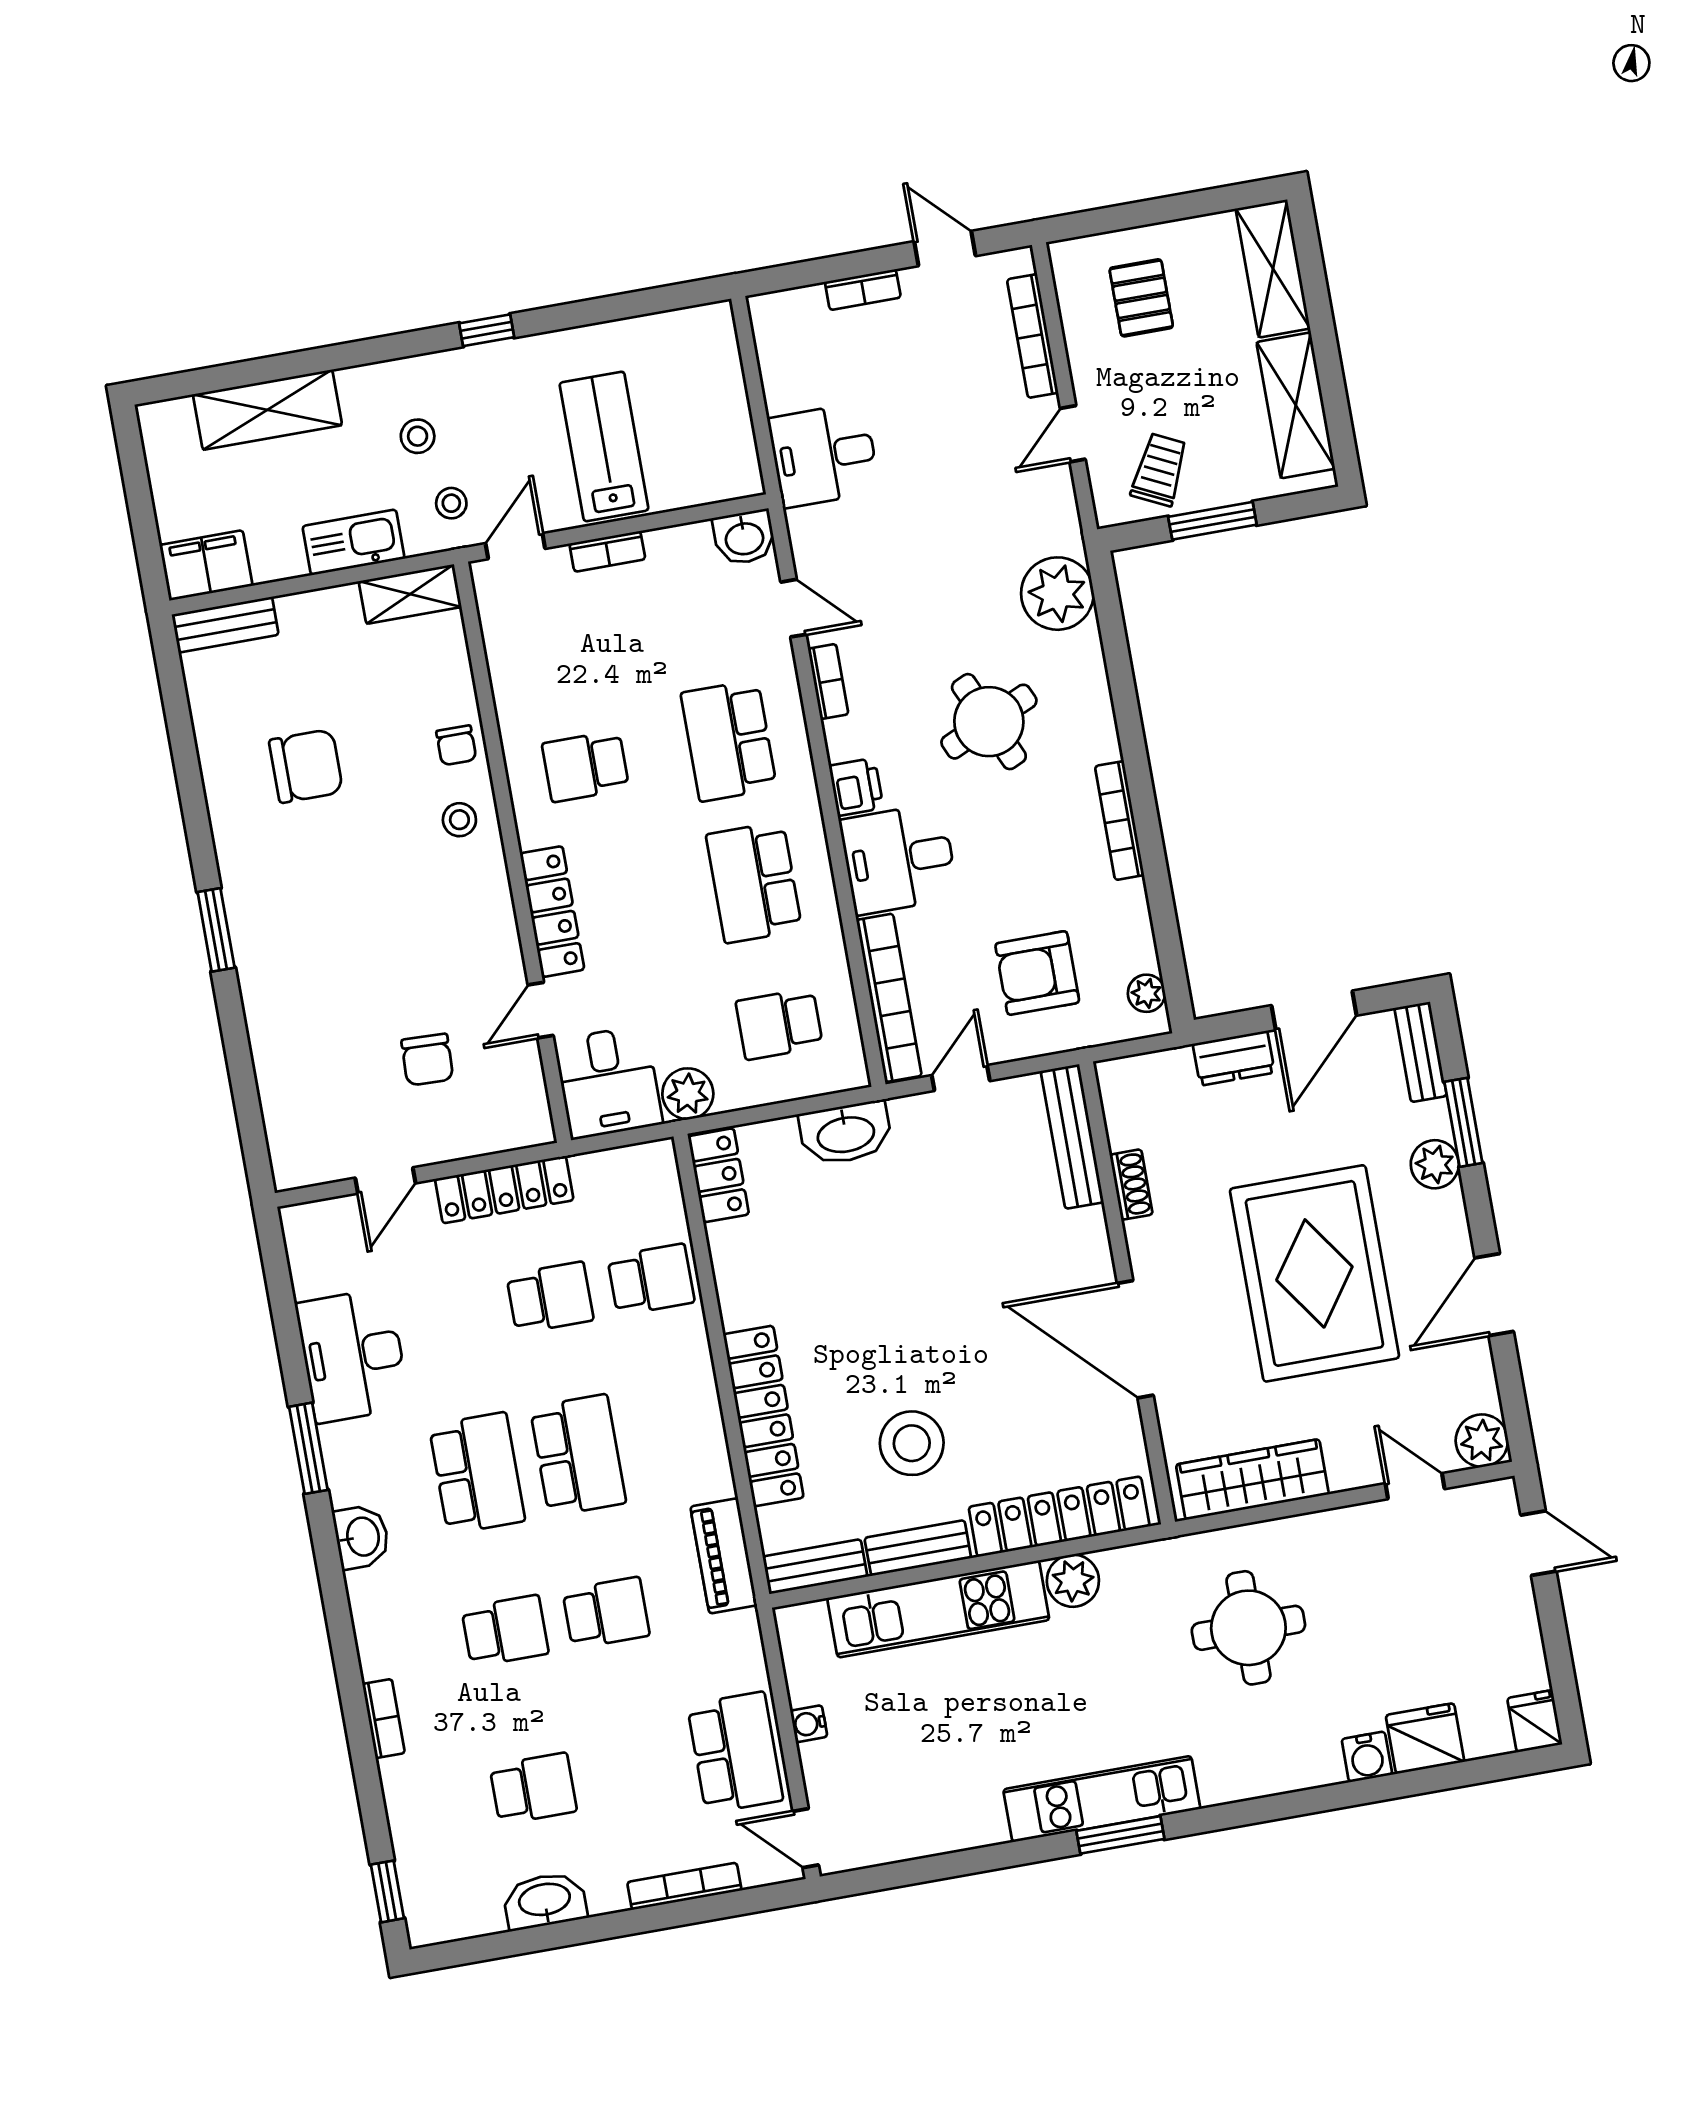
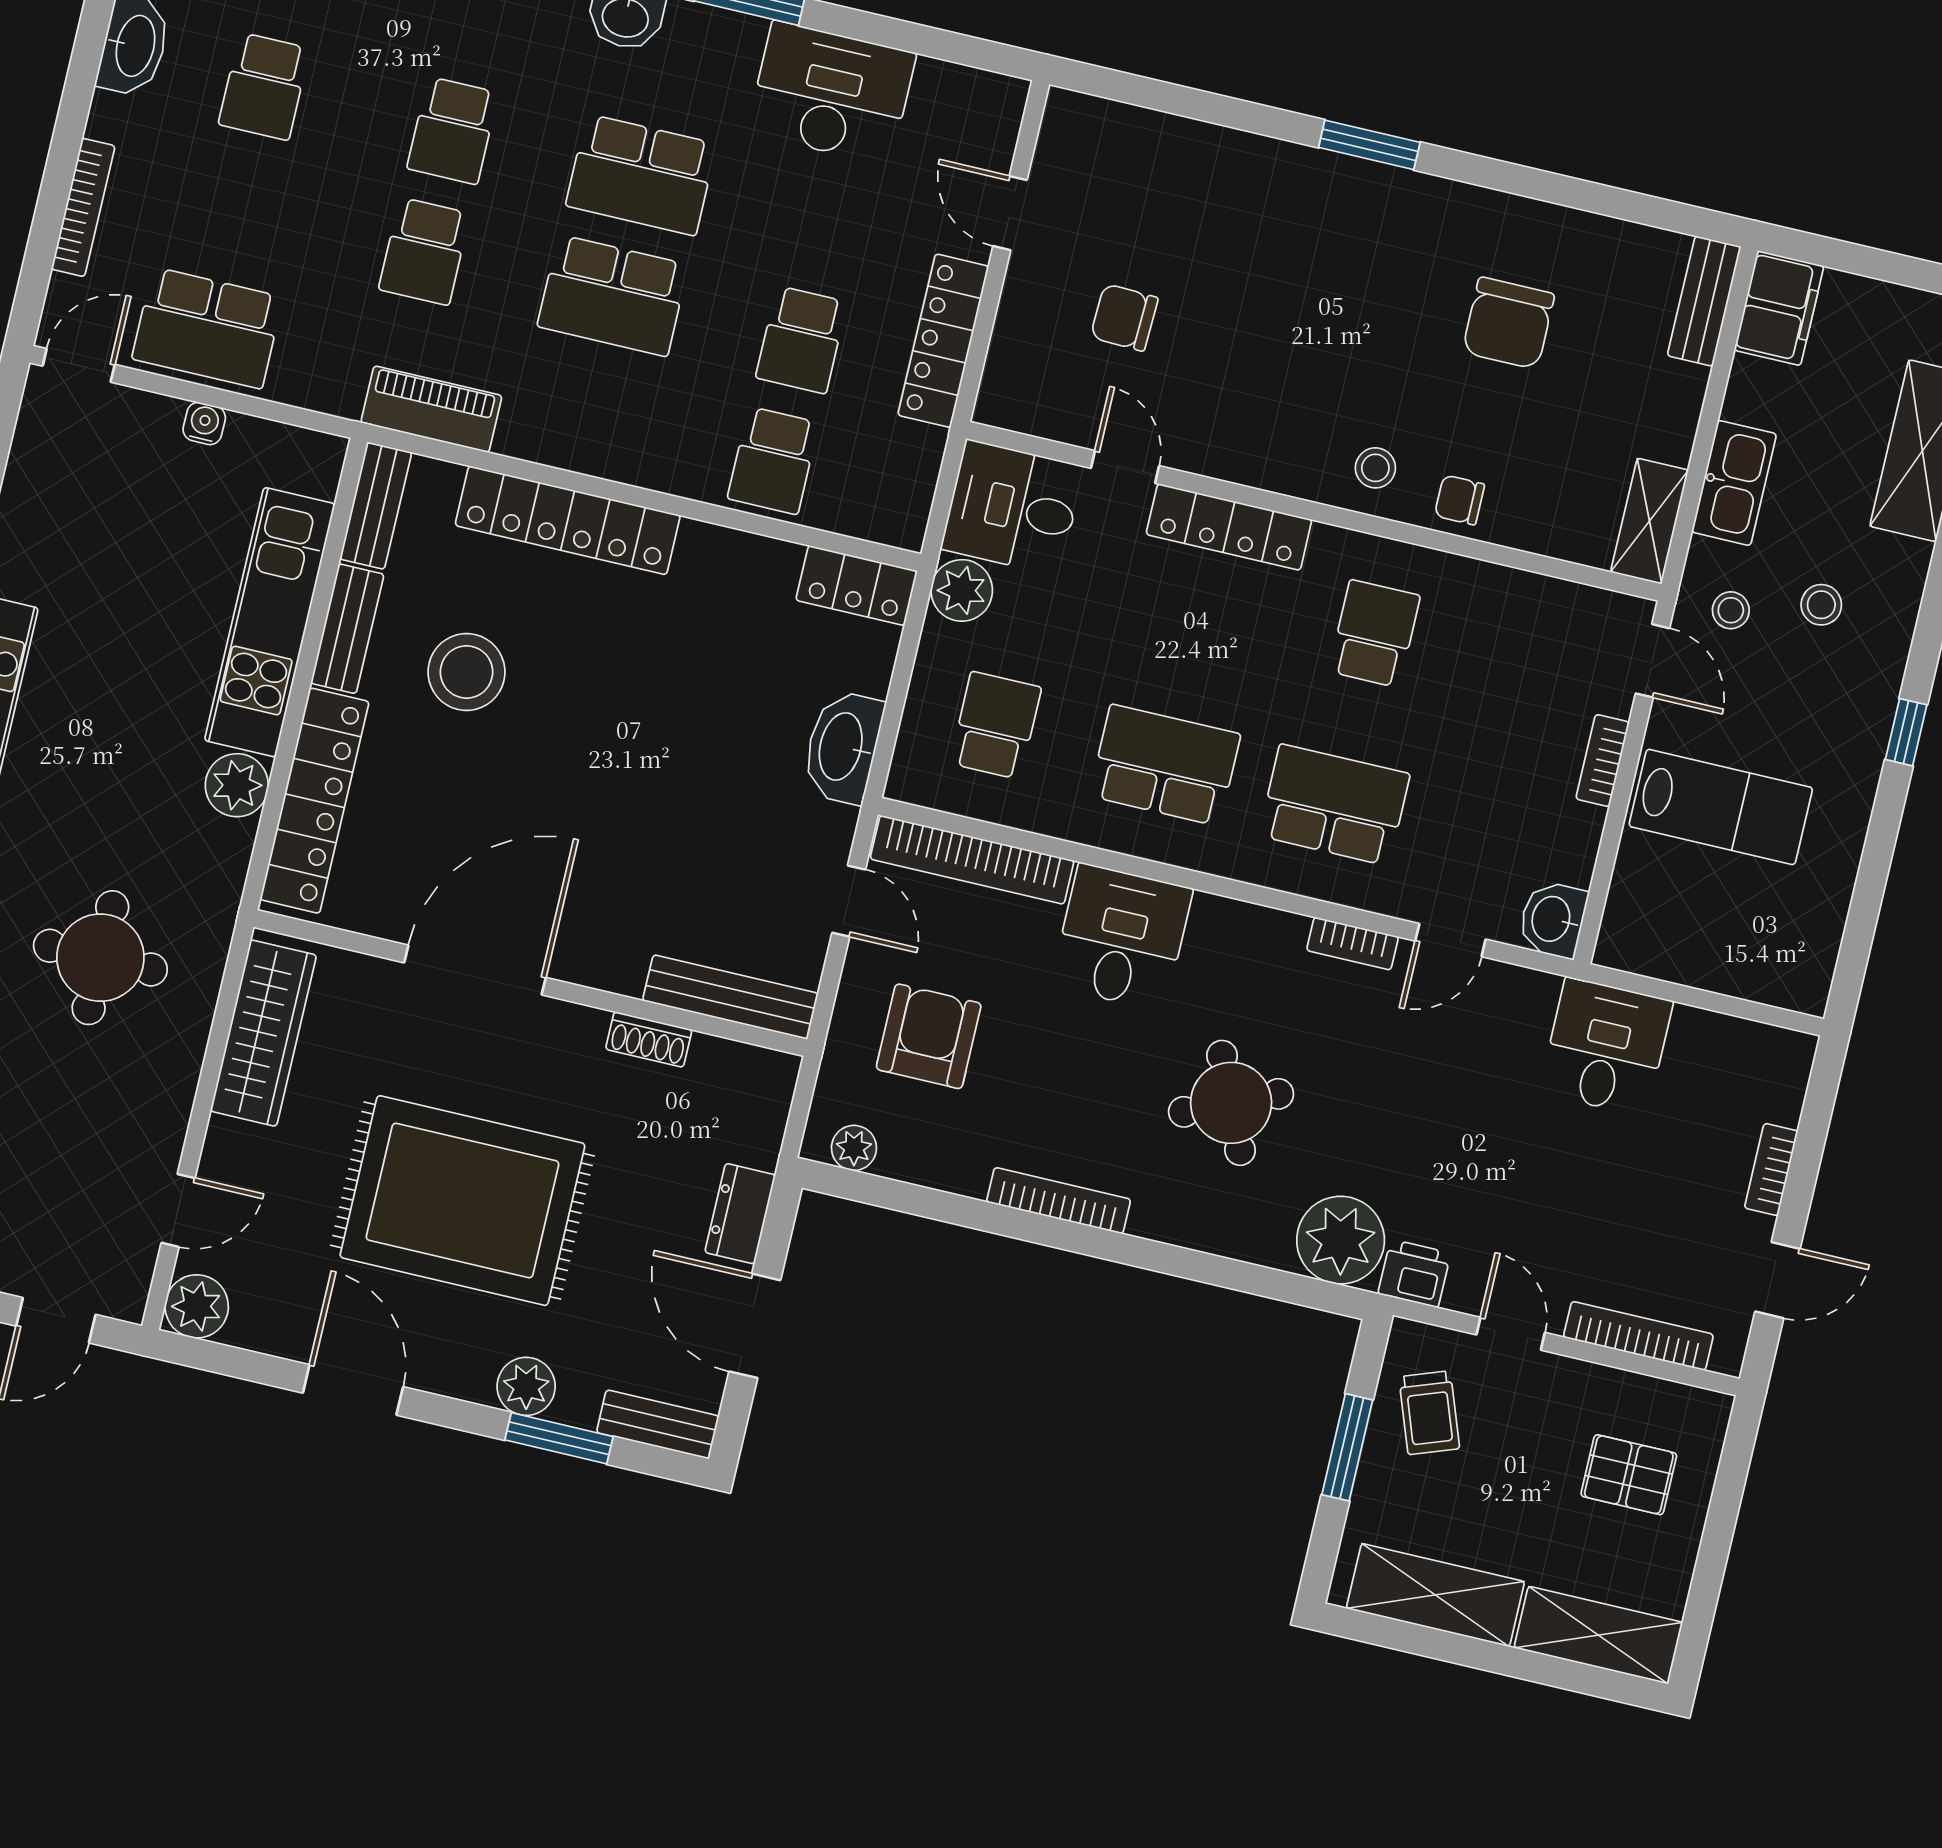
trolley: (1159, 470) -> (1429, 1413), turned 44
printer: (856, 787) -> (1414, 1273), moved, turned 180

